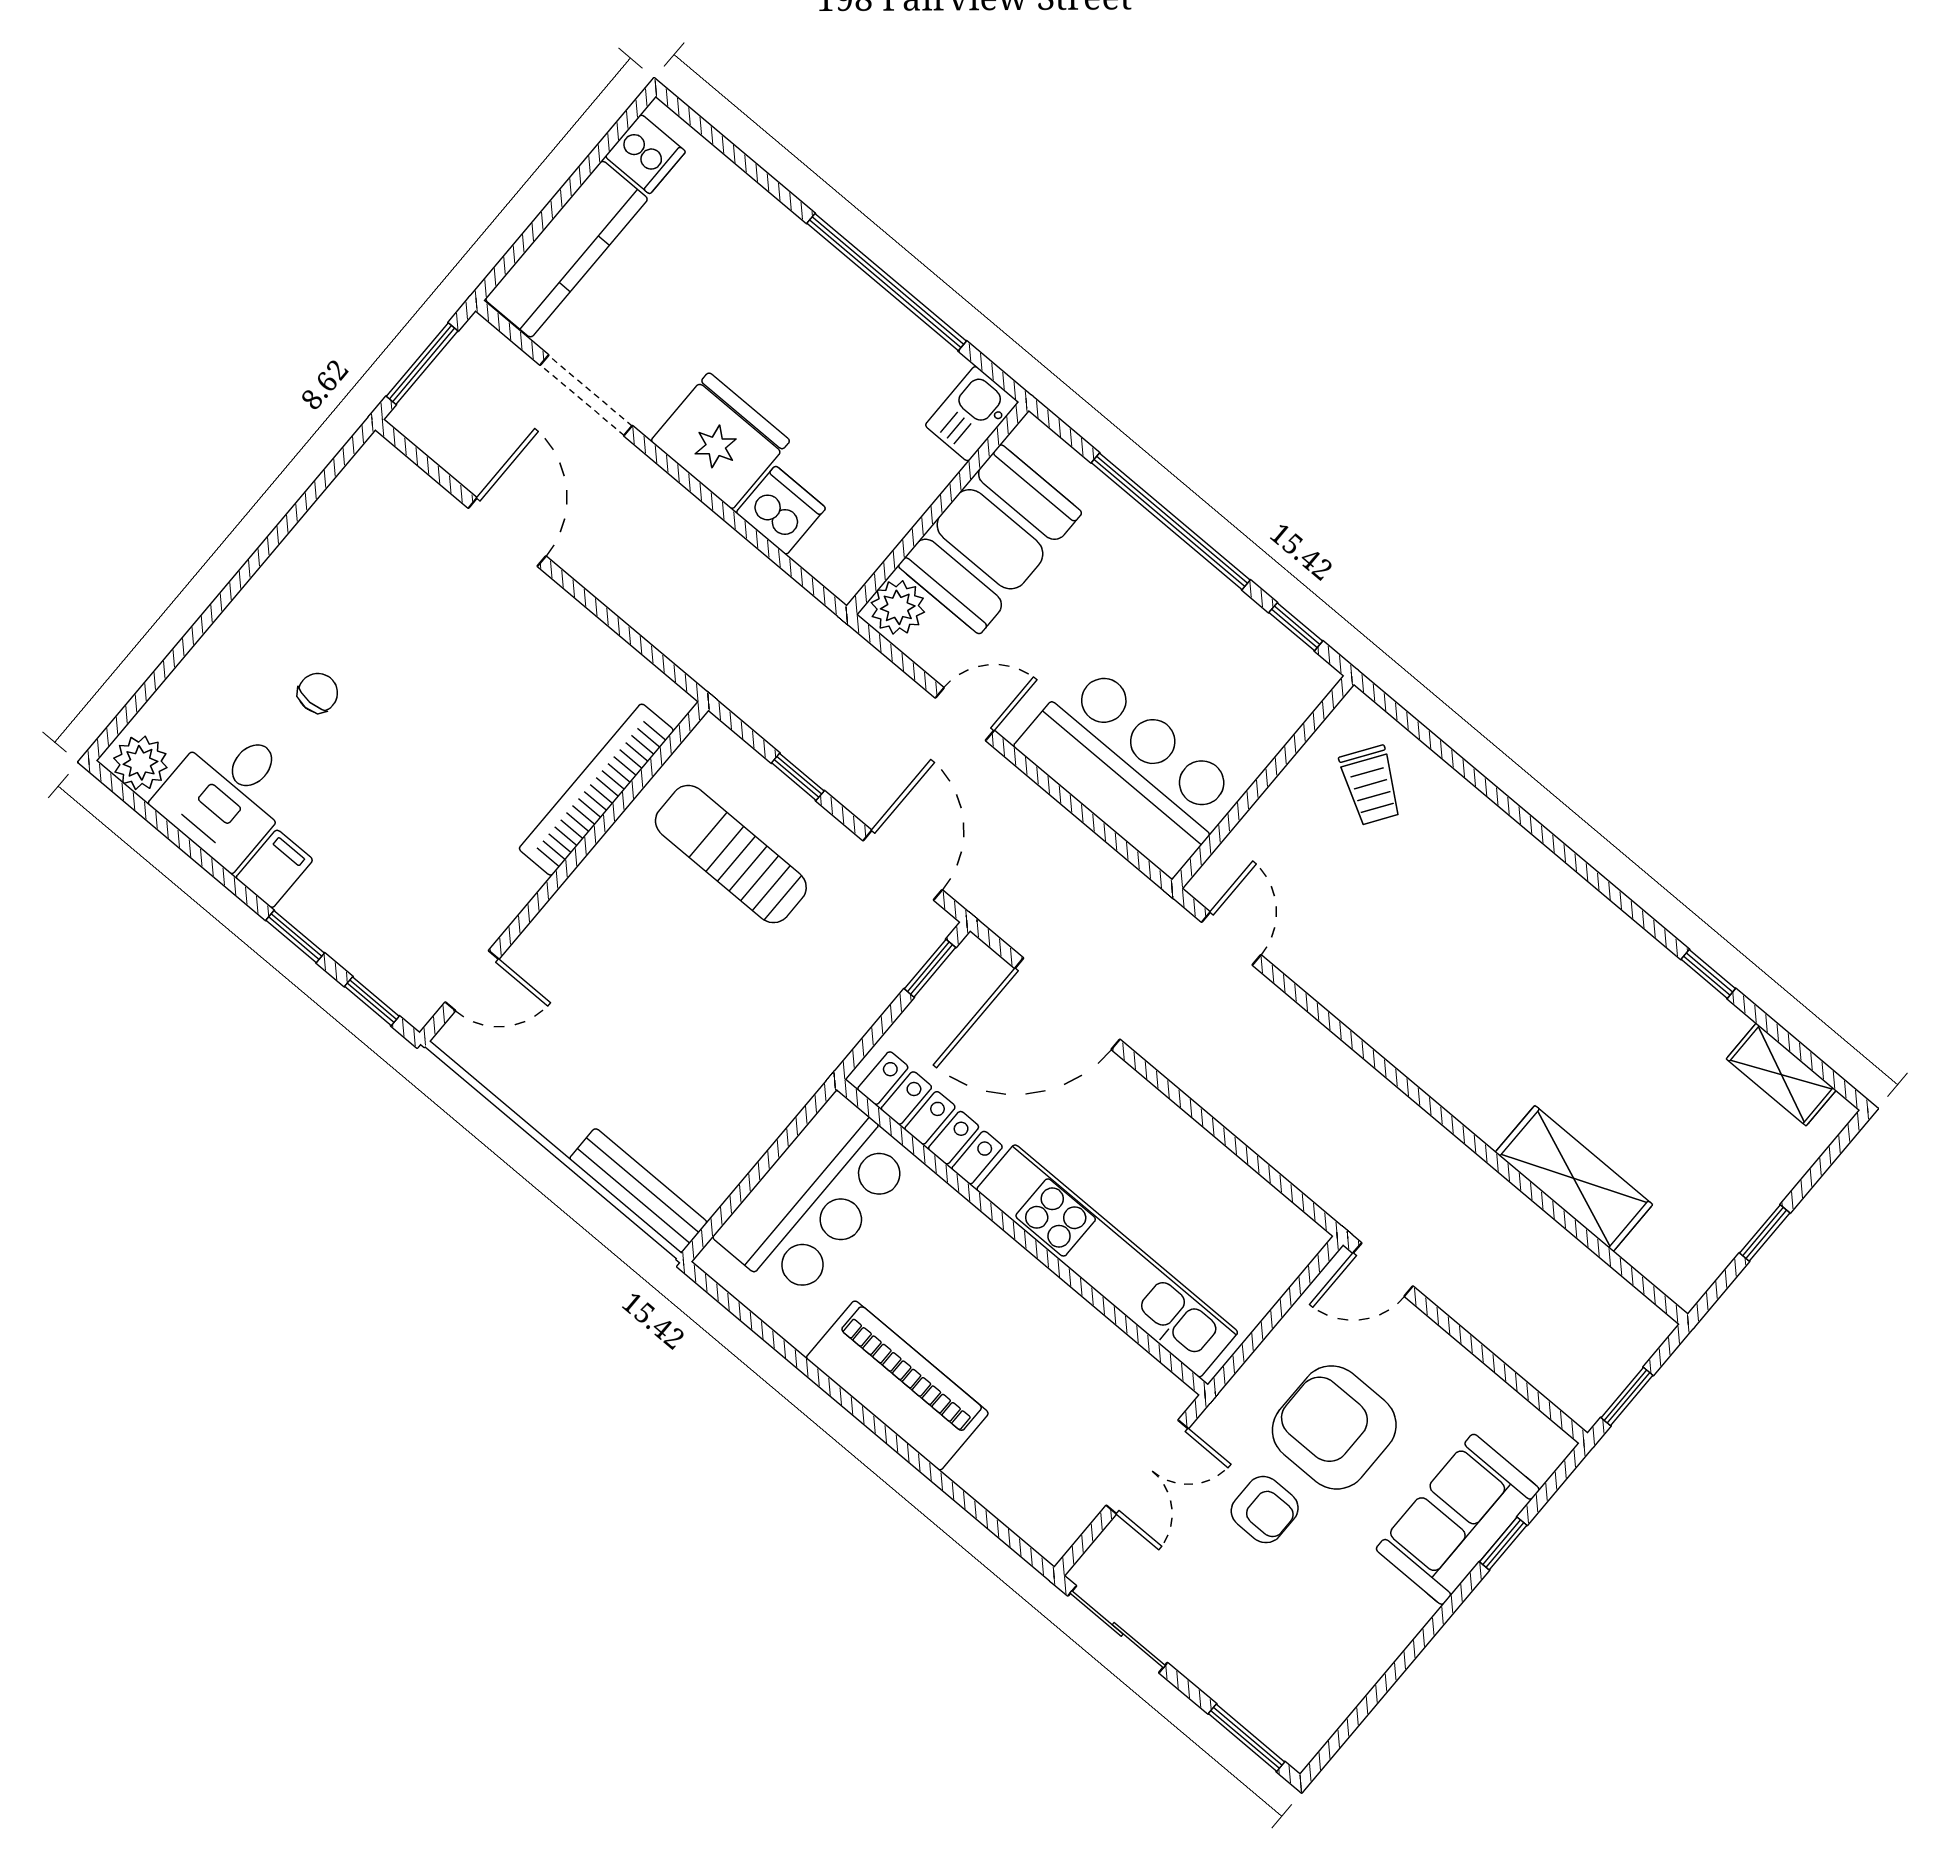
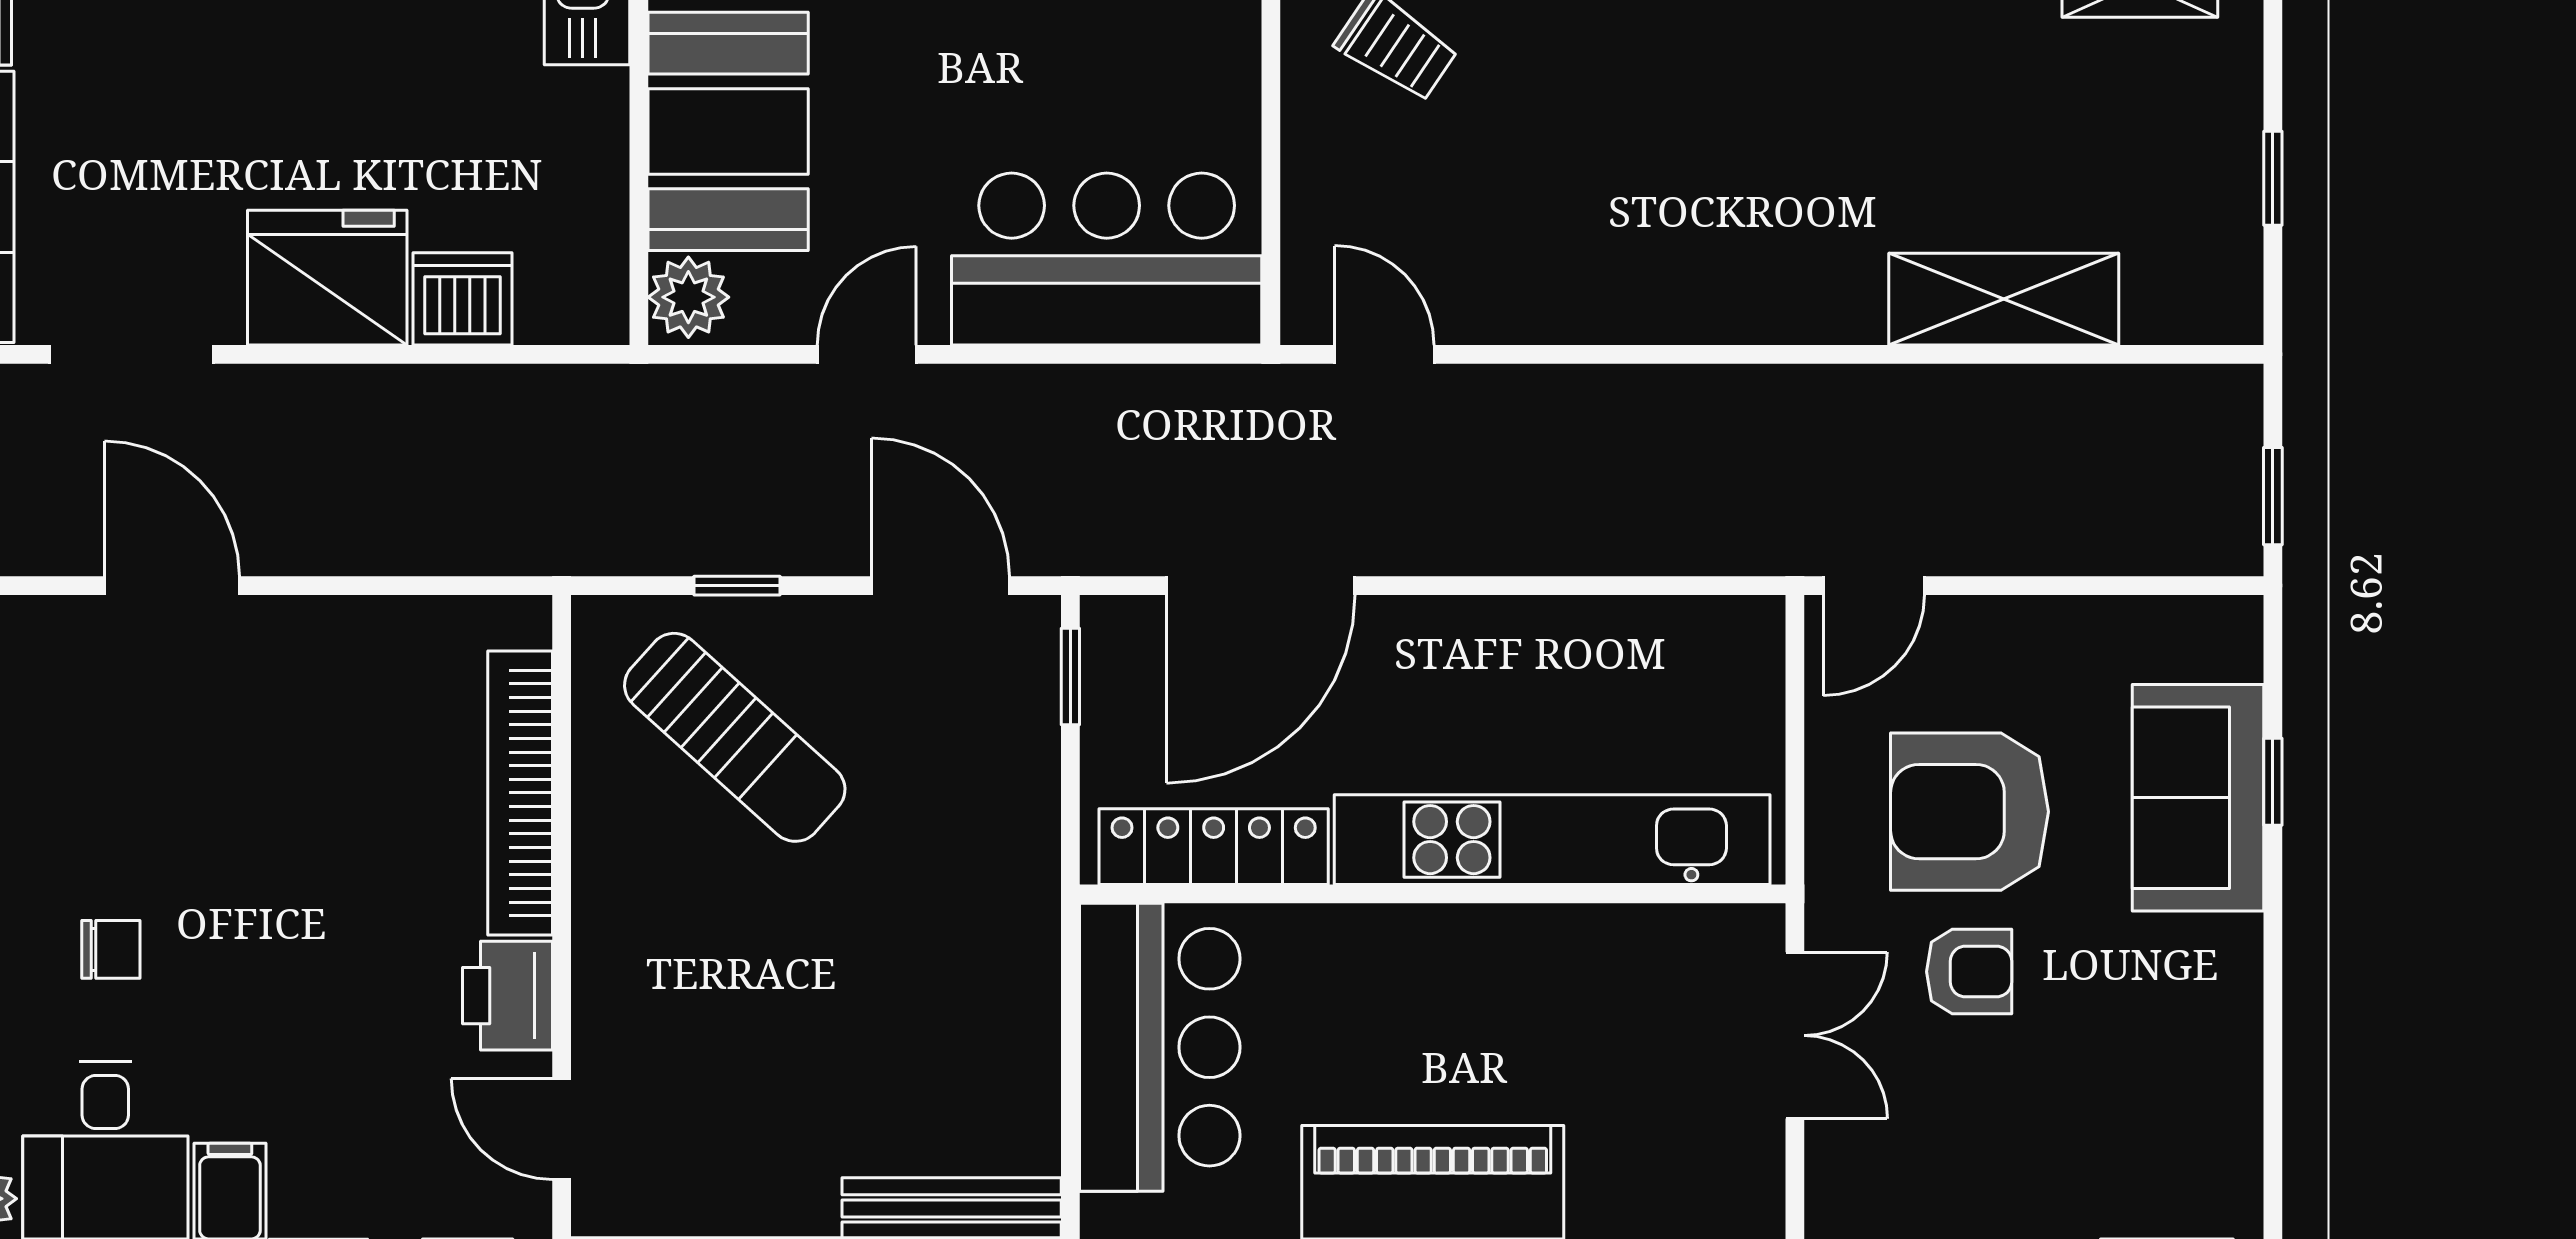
chair: (318, 693) -> (111, 949), turned 90
sun lounger: (731, 854) -> (735, 737), turned -138
printer: (502, 889) -> (508, 996), added
door: (472, 981) -> (562, 1129), swing flipped

